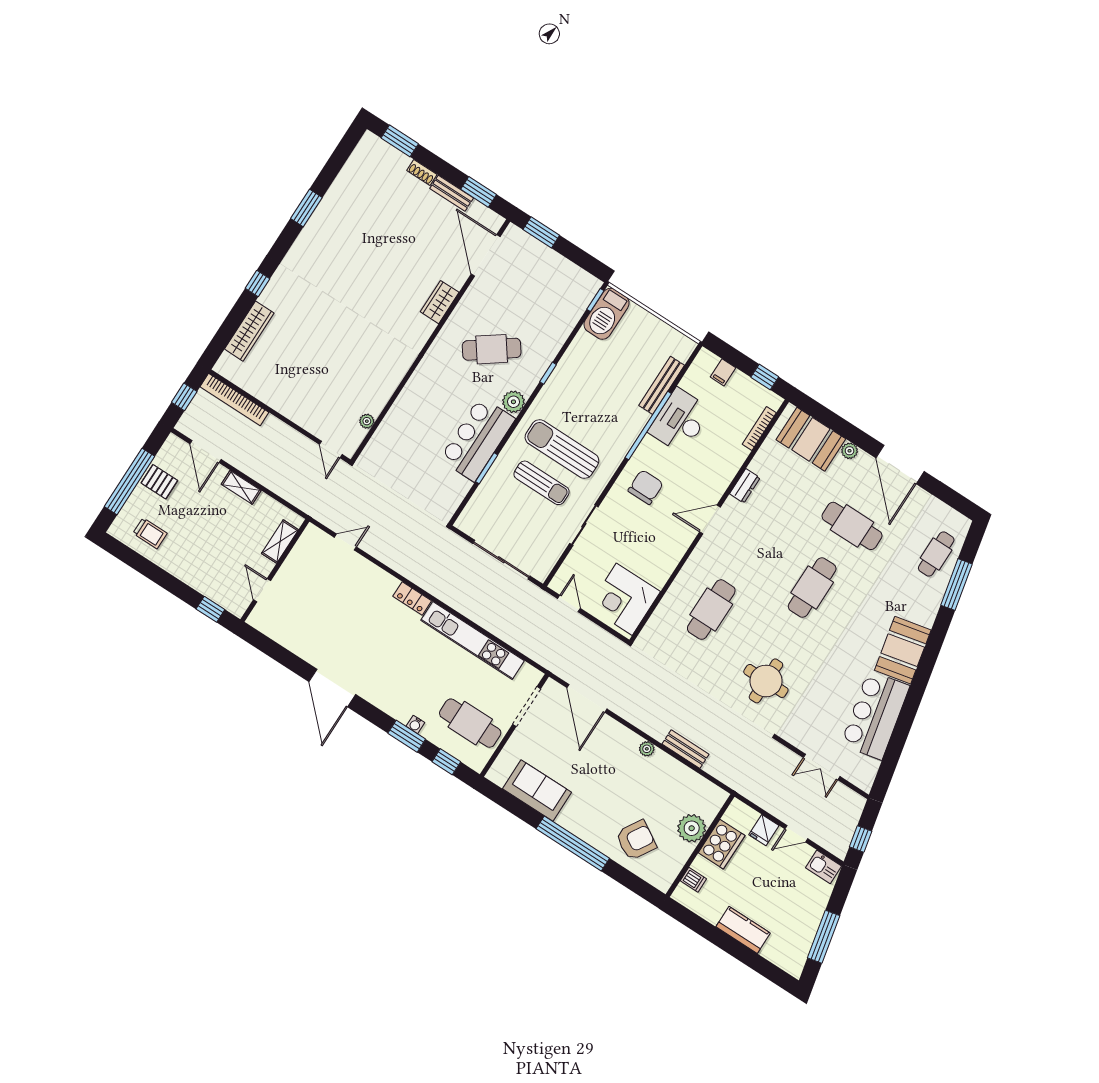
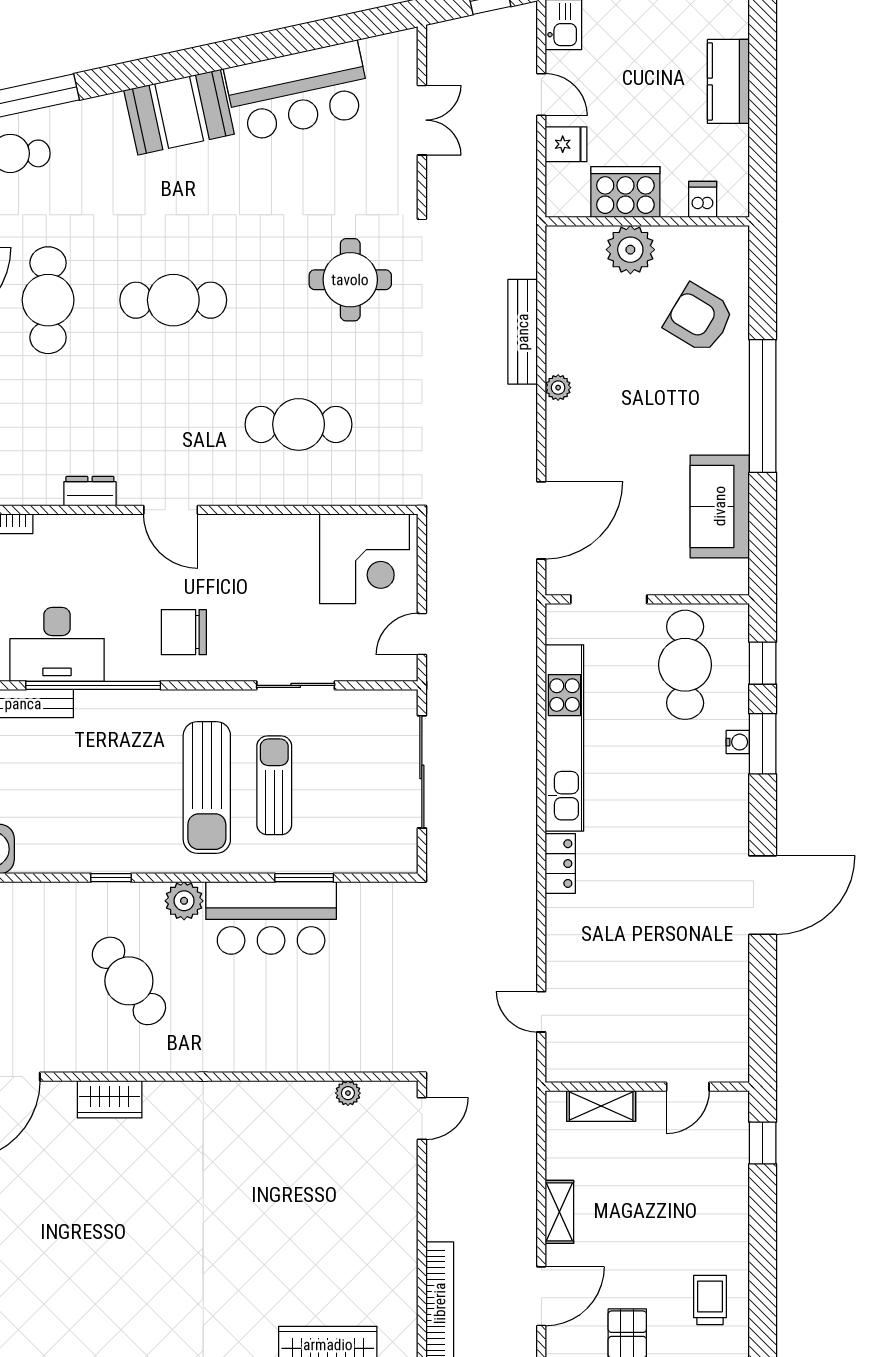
bench: (686, 749) -> (523, 332), width x1.36

